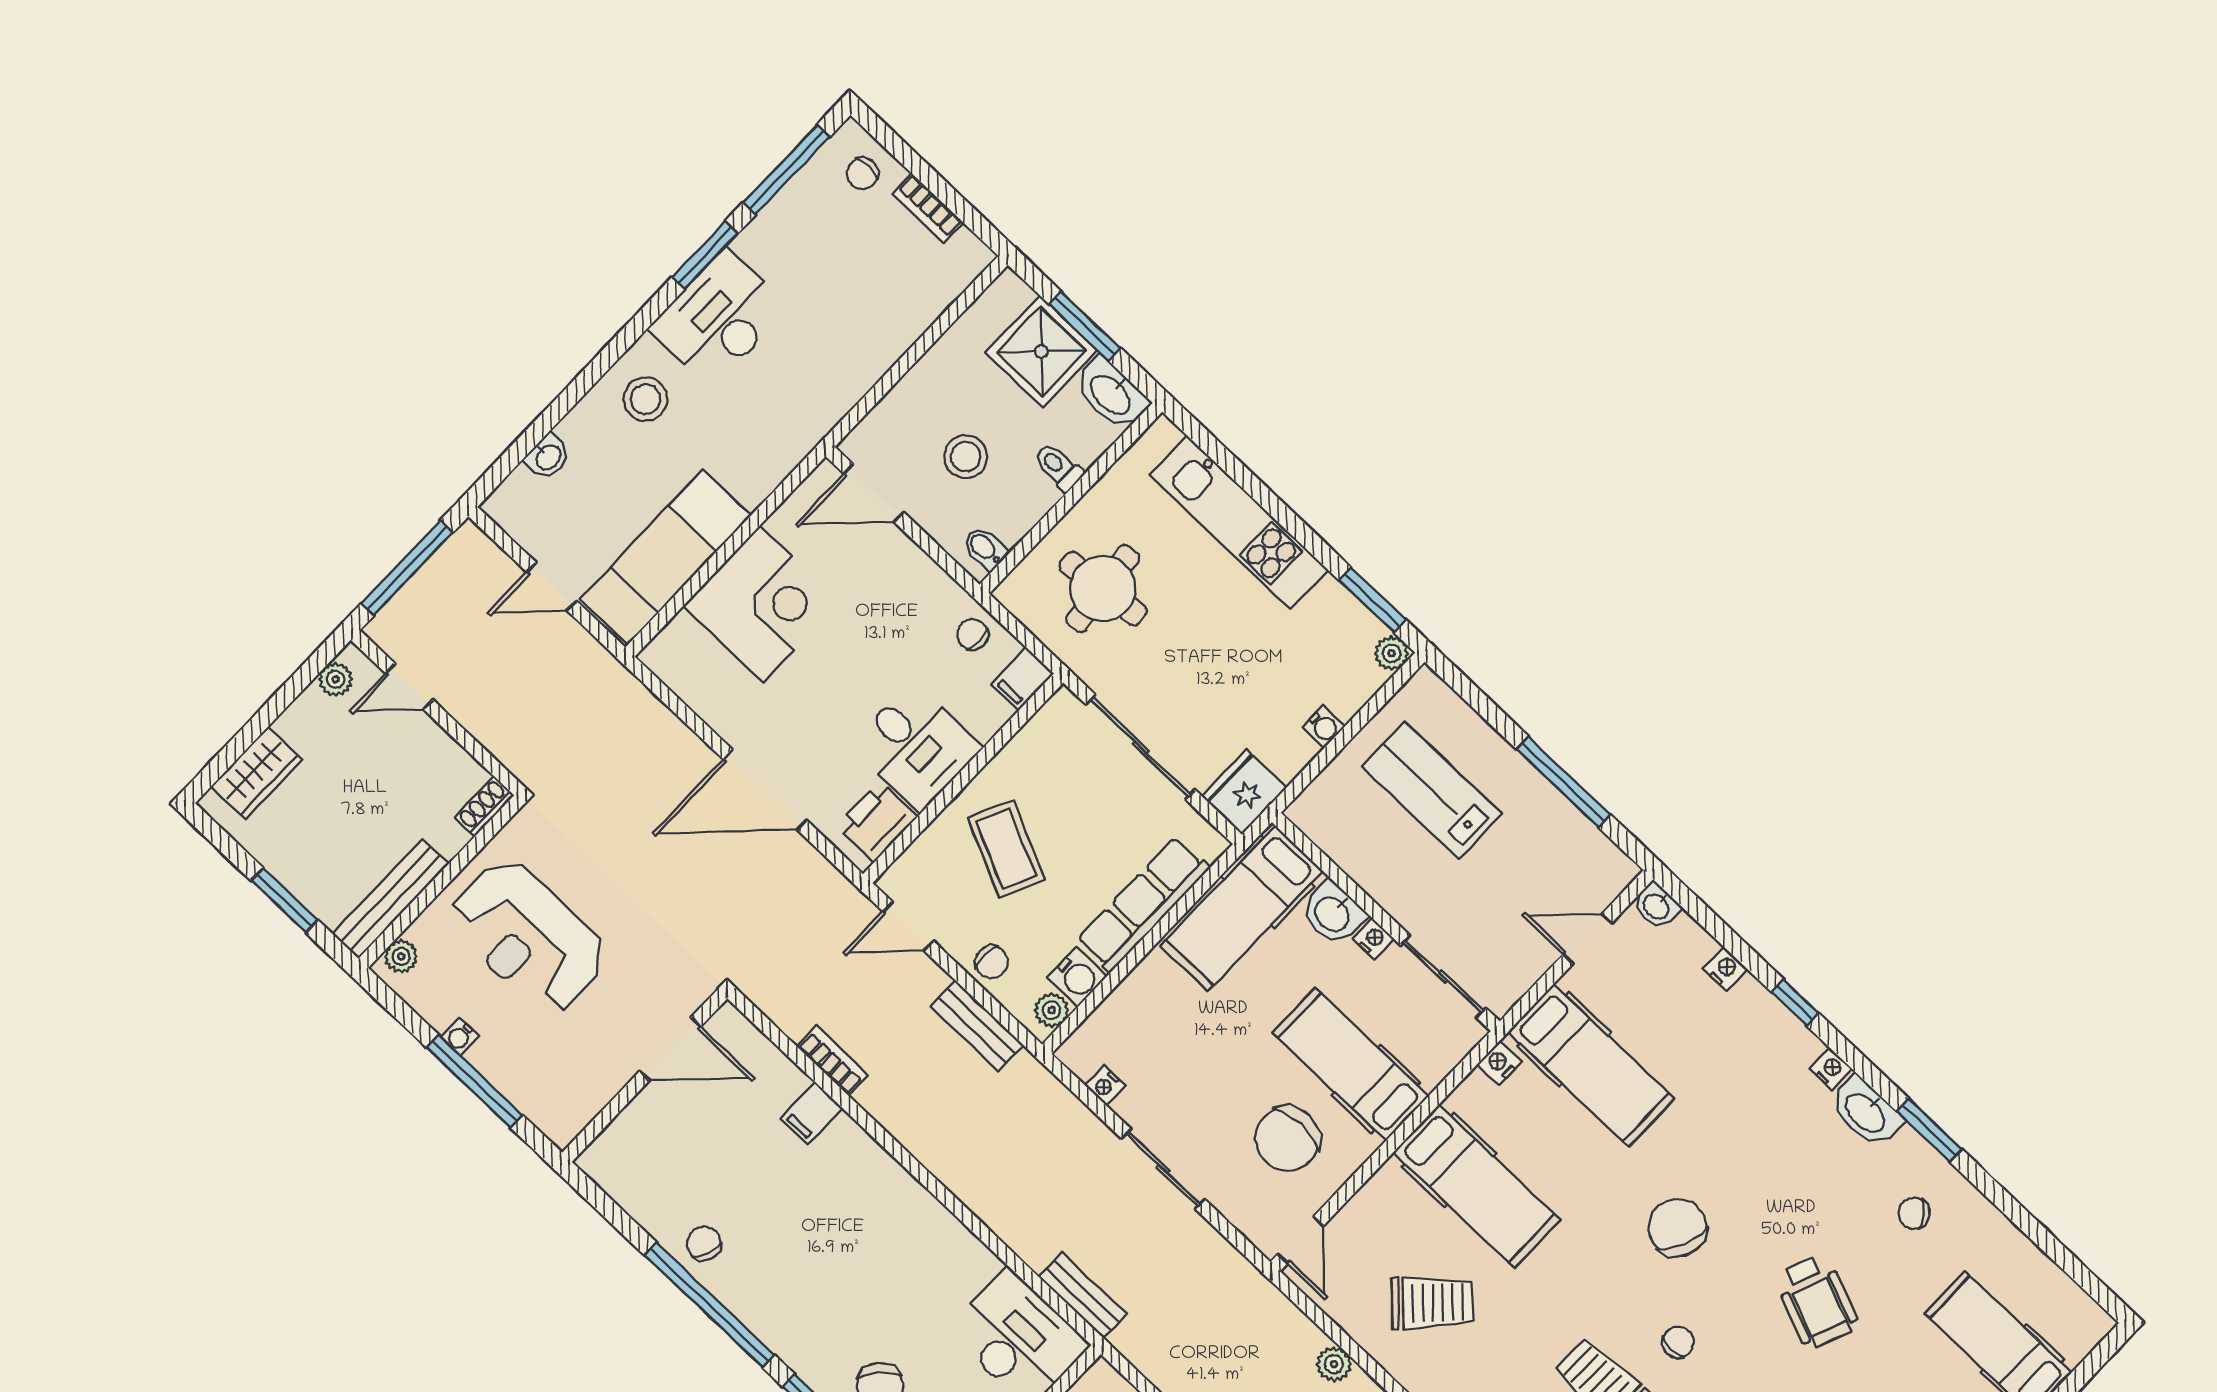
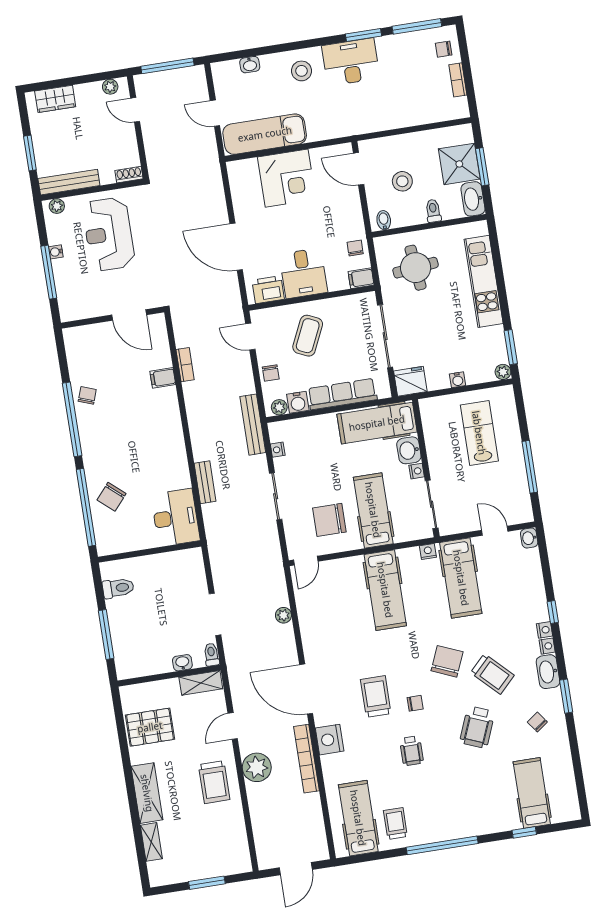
nightstand: (1725, 969) -> (544, 630), moved
bench: (977, 1026) -> (253, 425), moved, width x1.36
bench: (1083, 1295) -> (205, 482), moved
trolley: (1432, 1303) -> (492, 674), moved

